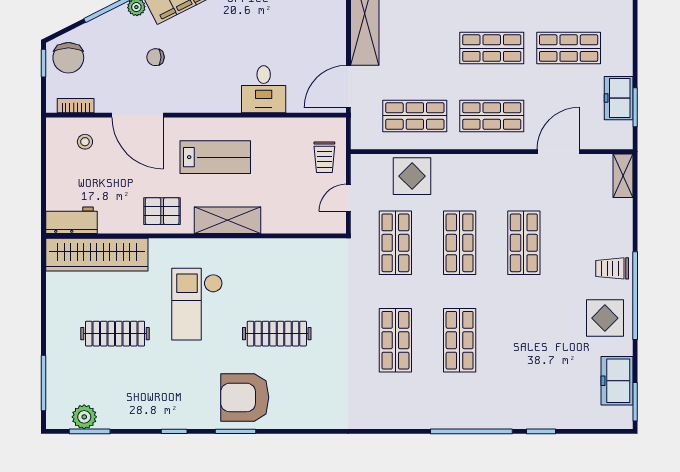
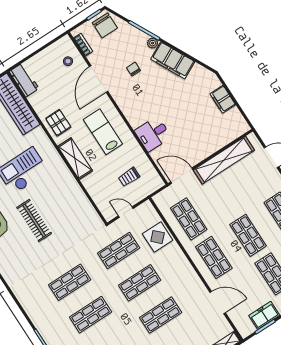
chair: (68, 58) -> (105, 25), turned -90
lab bench: (215, 157) -> (103, 132), turned 180
trolley: (324, 157) -> (129, 177), moved

